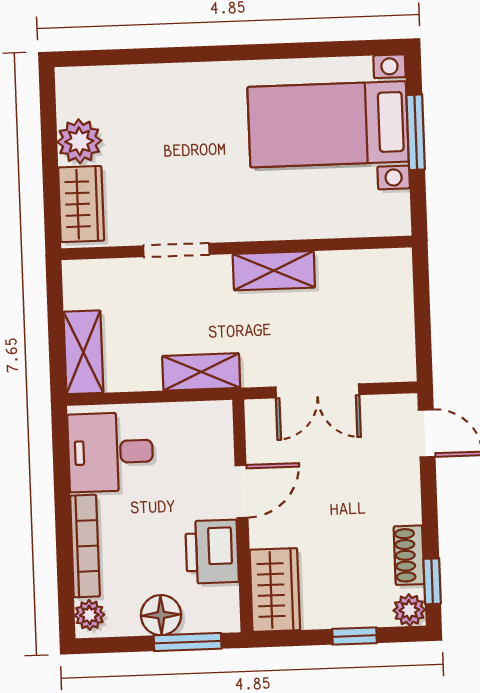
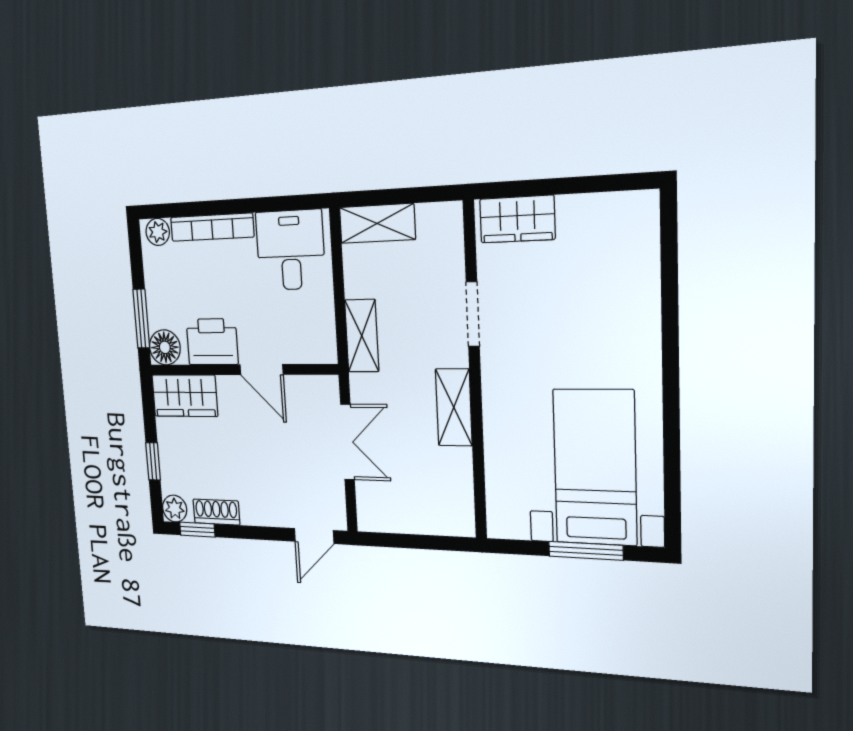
plant: (79, 141) -> (581, 216), removed
double door: (317, 391) -> (347, 442), swing flipped
floor lamp: (161, 615) -> (165, 347), moved

